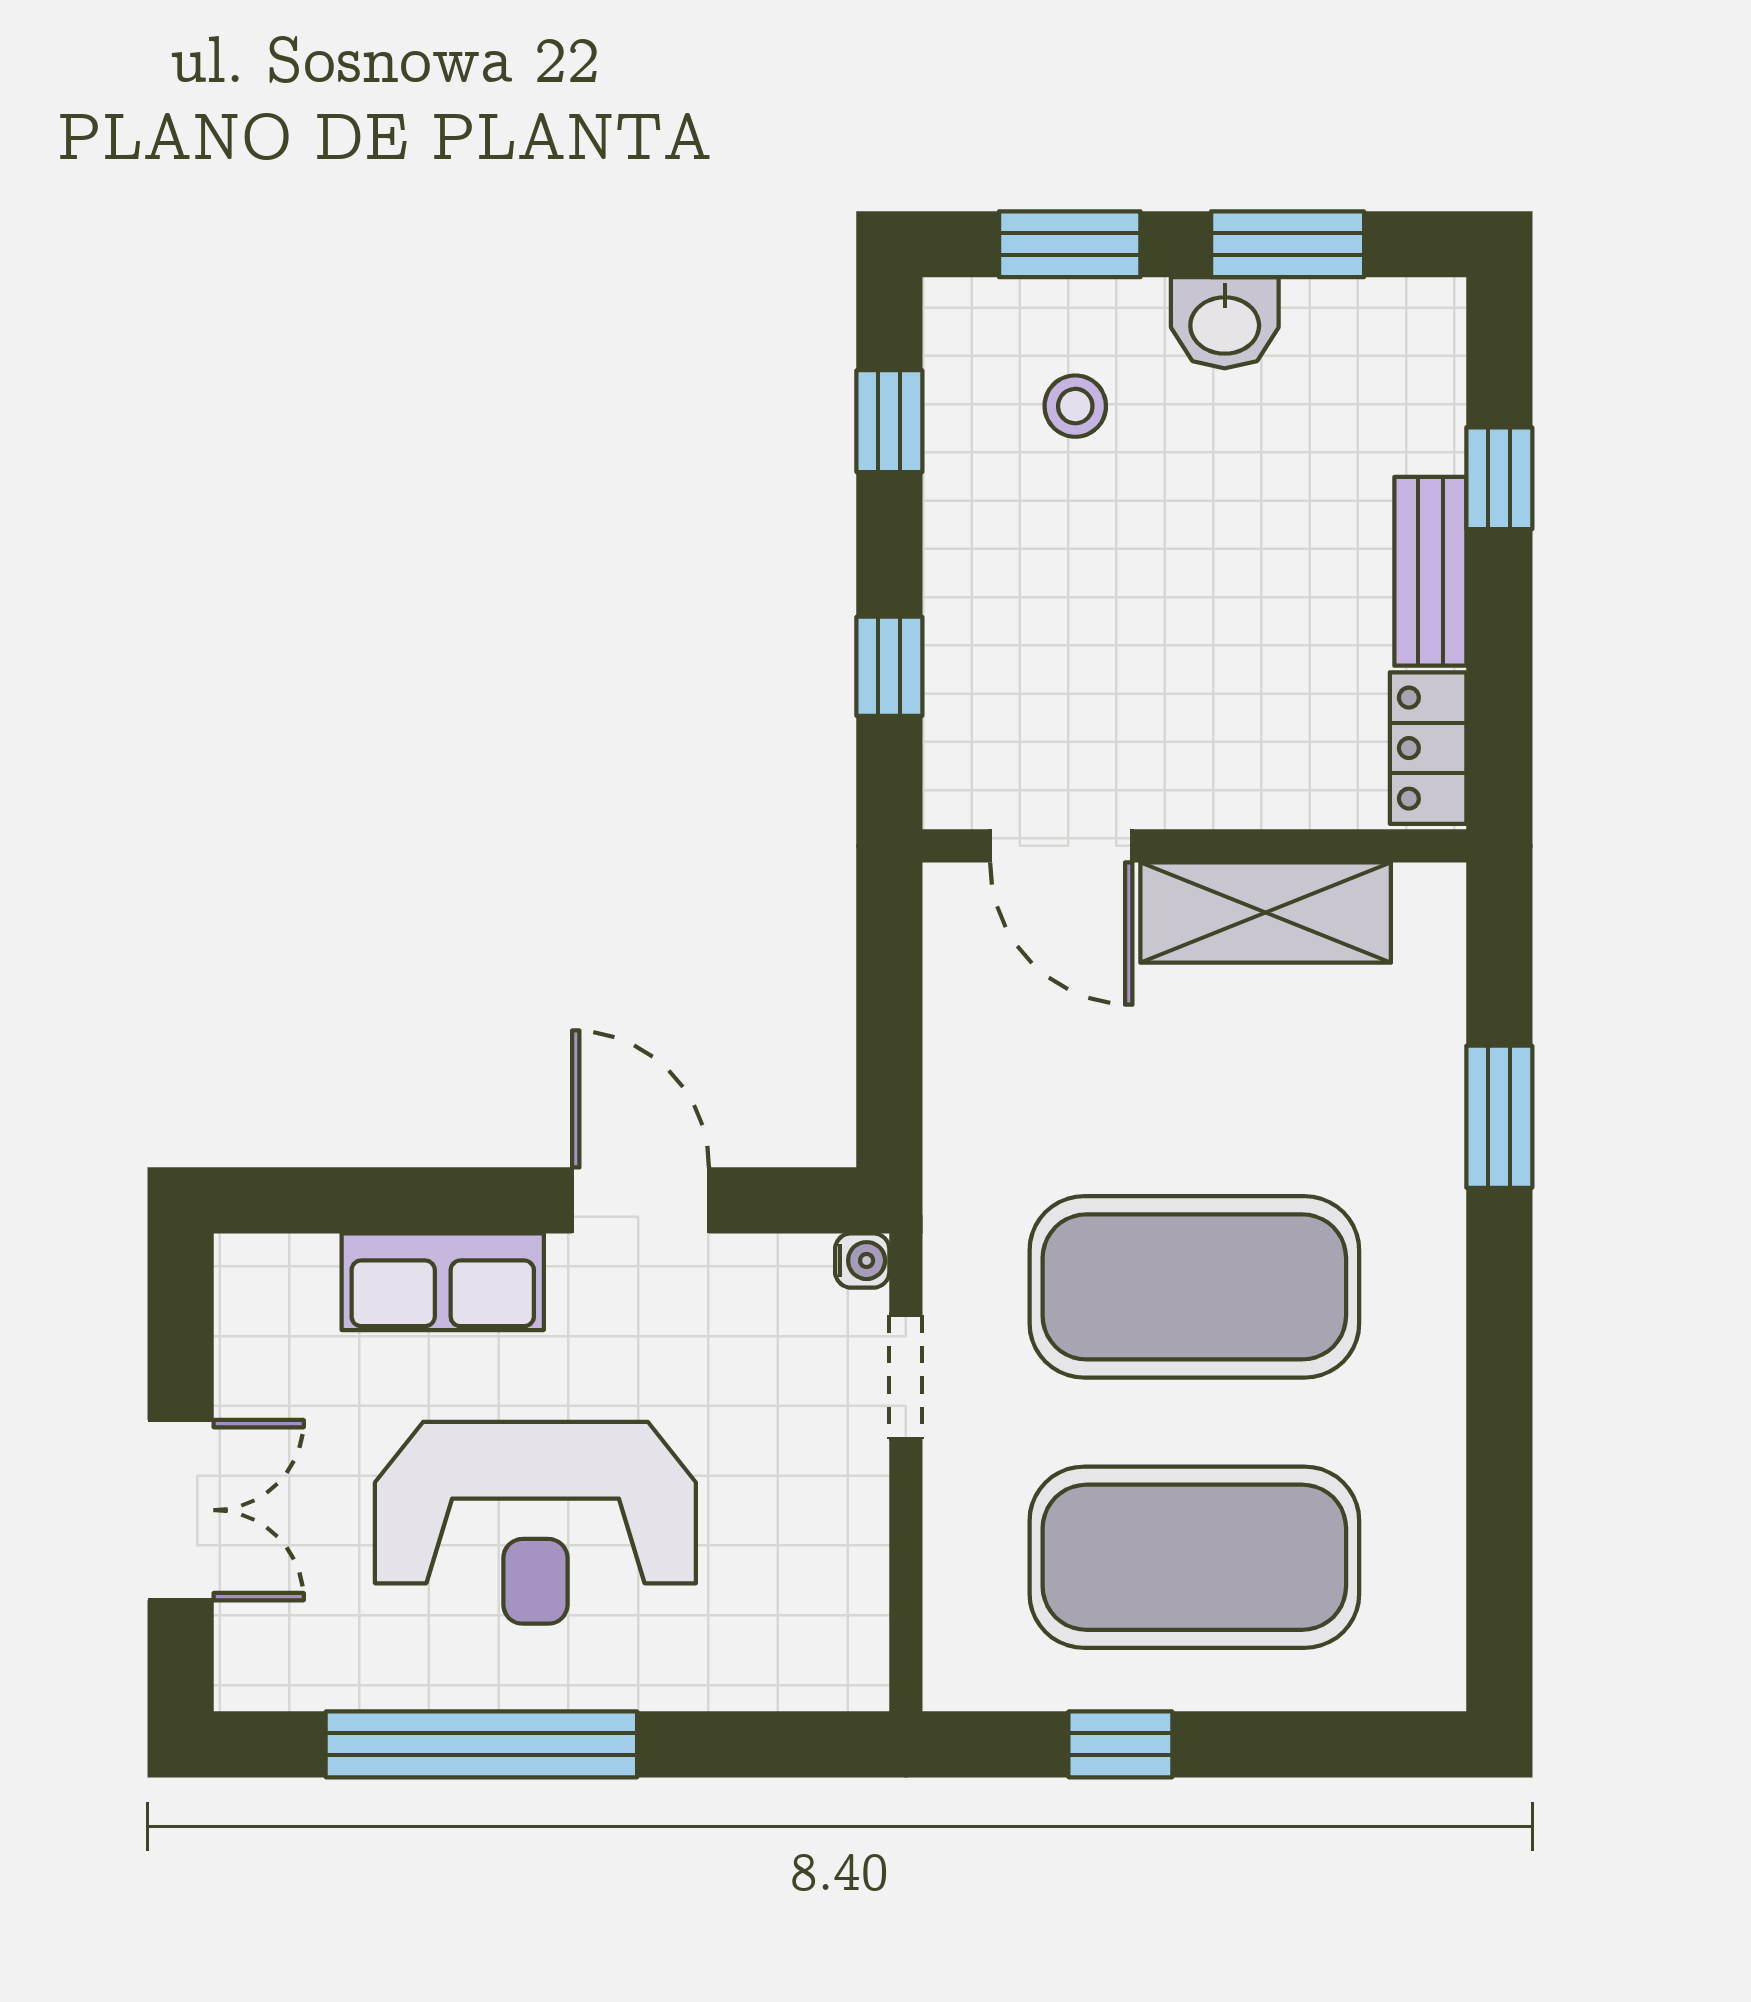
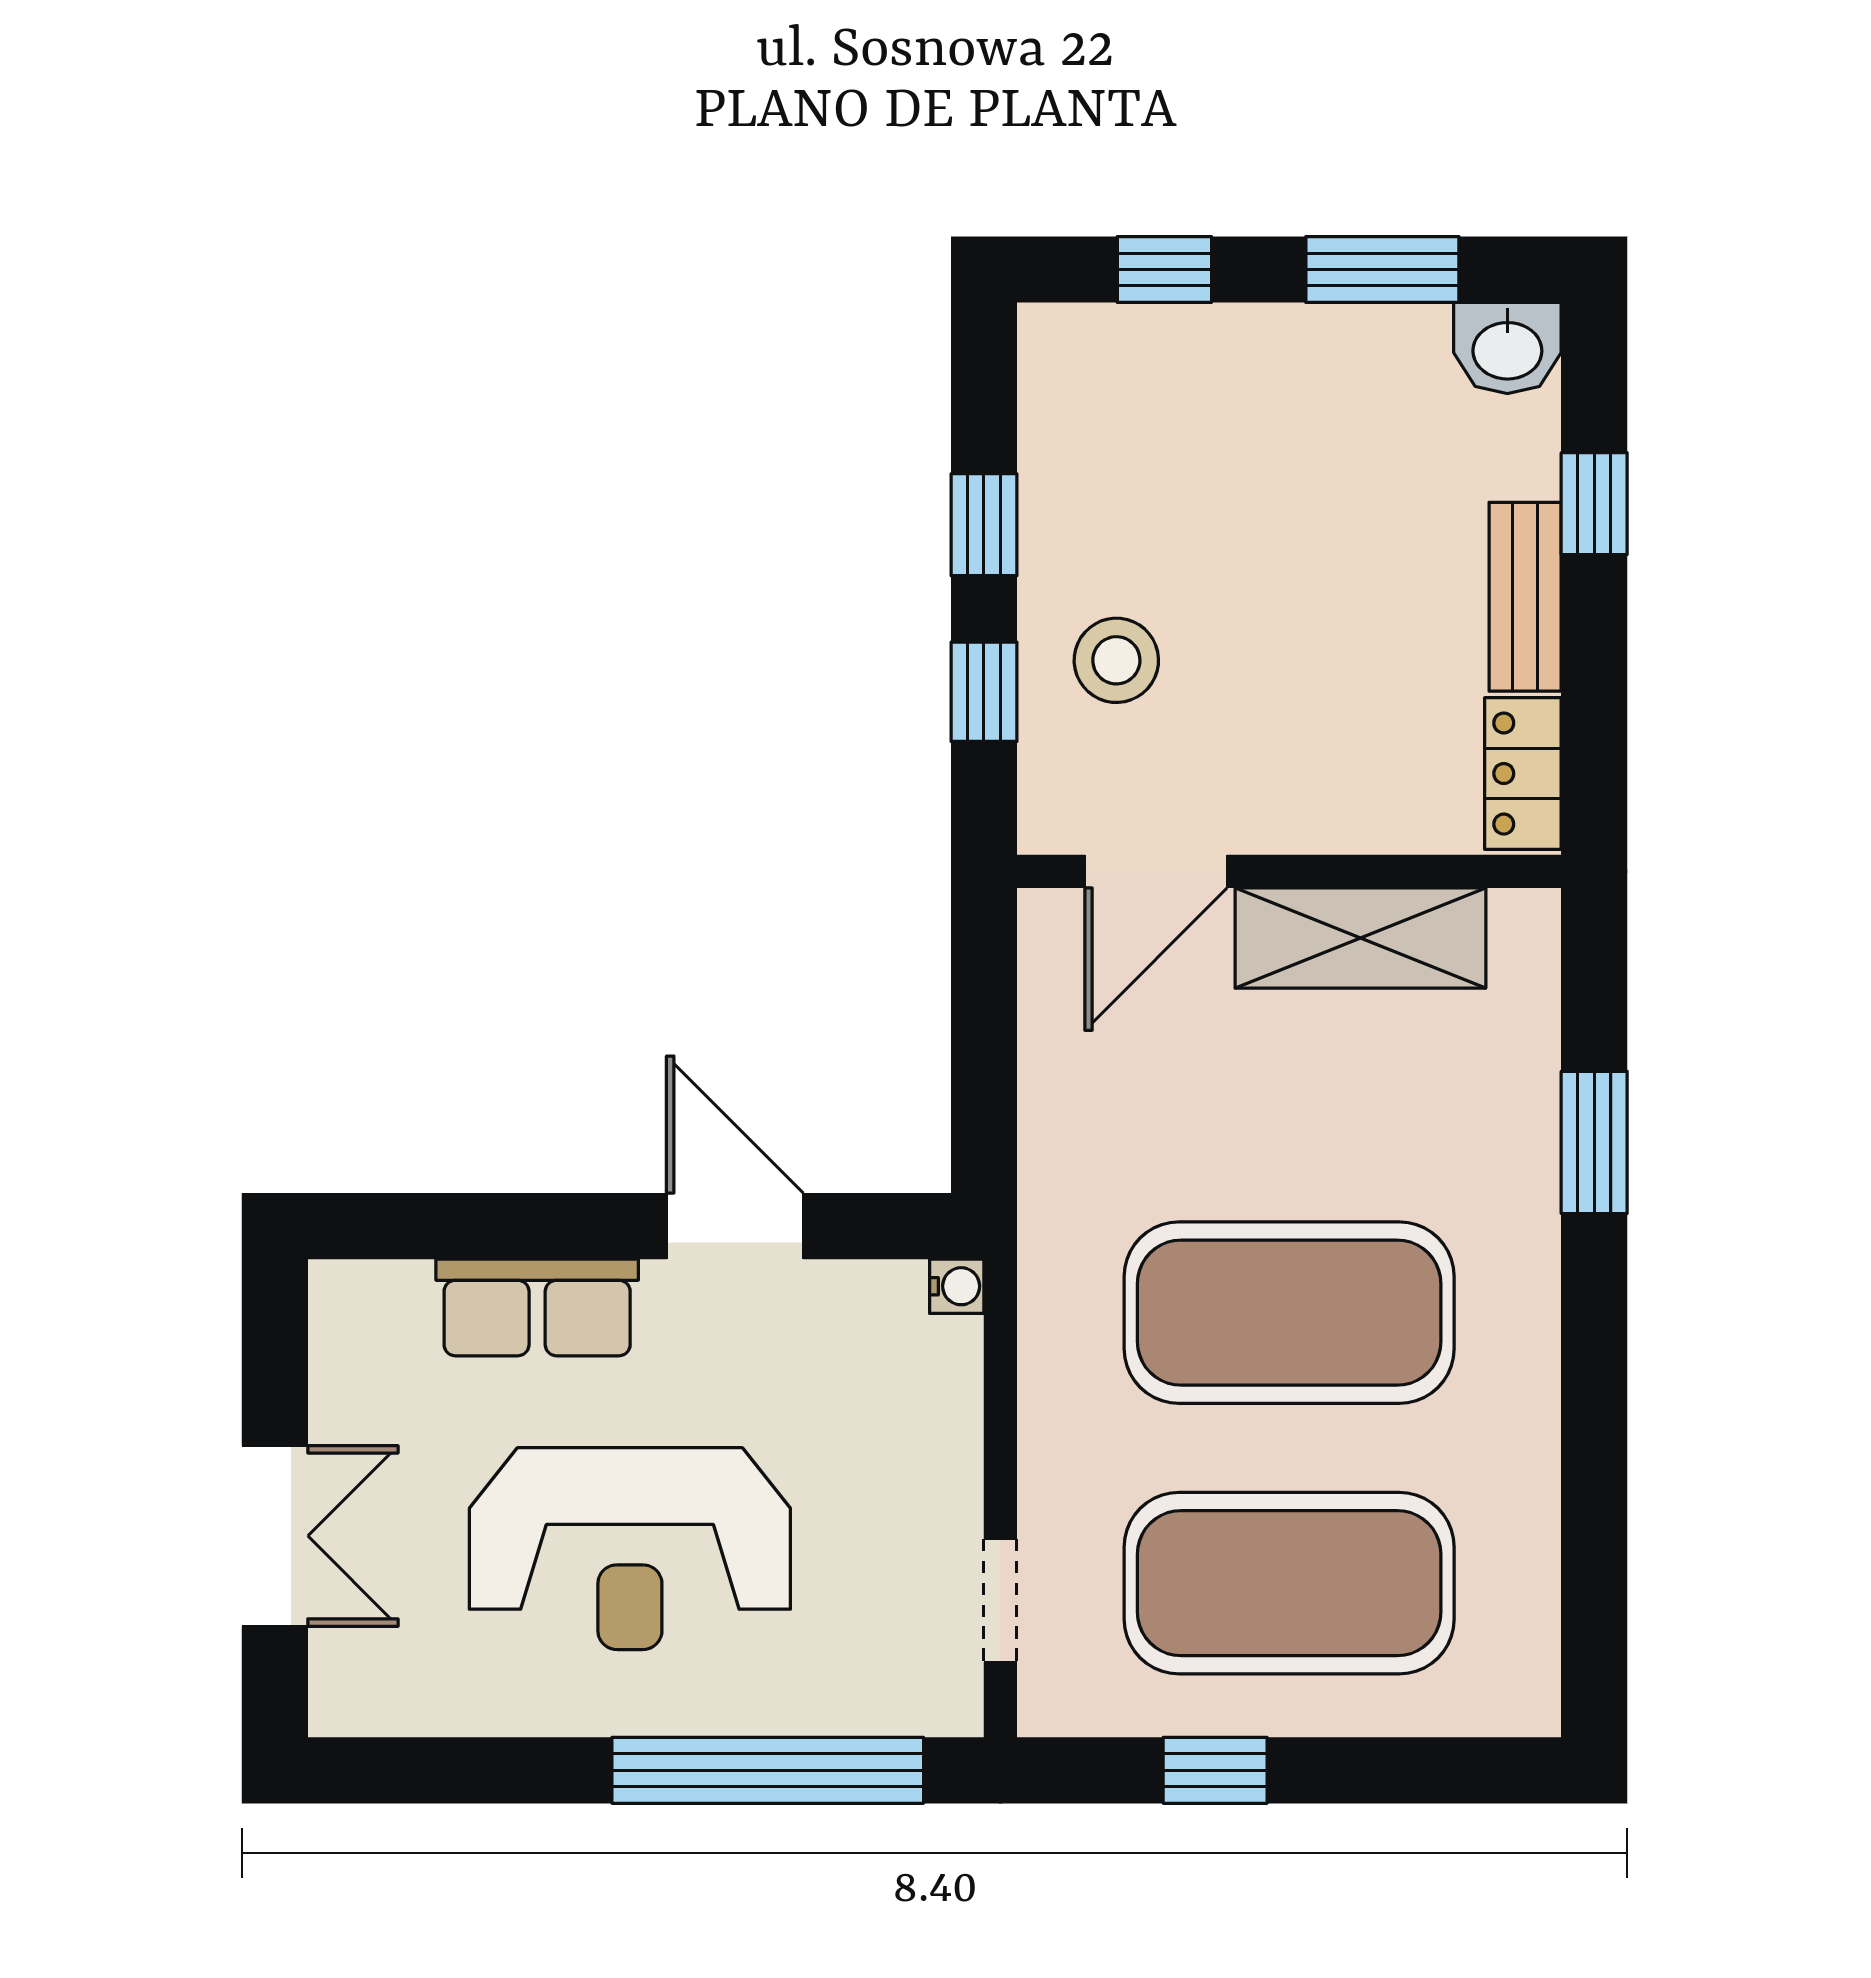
window: (1070, 244) -> (1164, 269), width x0.67
washbasin: (1225, 323) -> (1507, 348), moved
stool: (1075, 406) -> (1116, 660), moved, width x1.37, depth x1.37
window: (889, 421) -> (984, 525), moved
door: (1061, 846) -> (1156, 871), hinge flipped
doorway: (906, 1377) -> (1000, 1600), moved
window: (481, 1744) -> (768, 1770), moved

